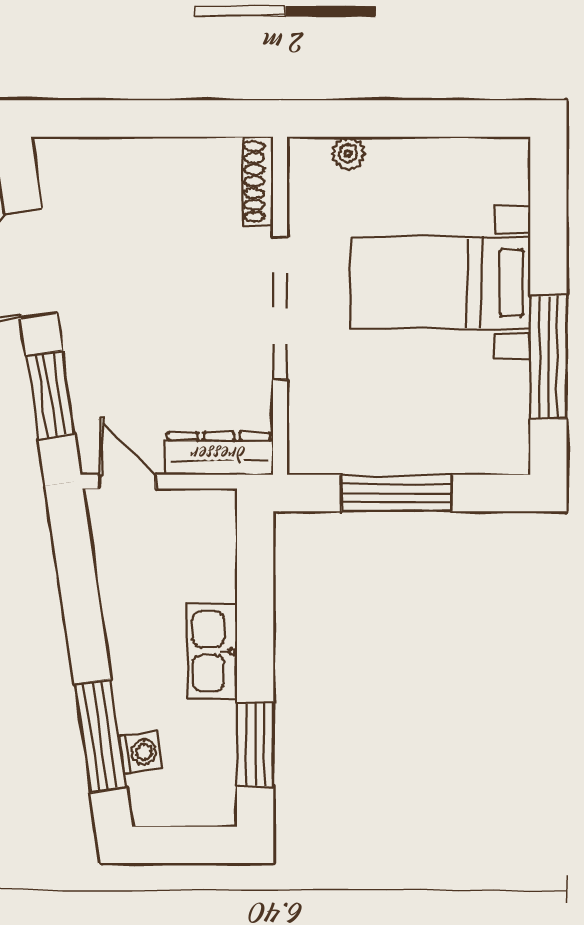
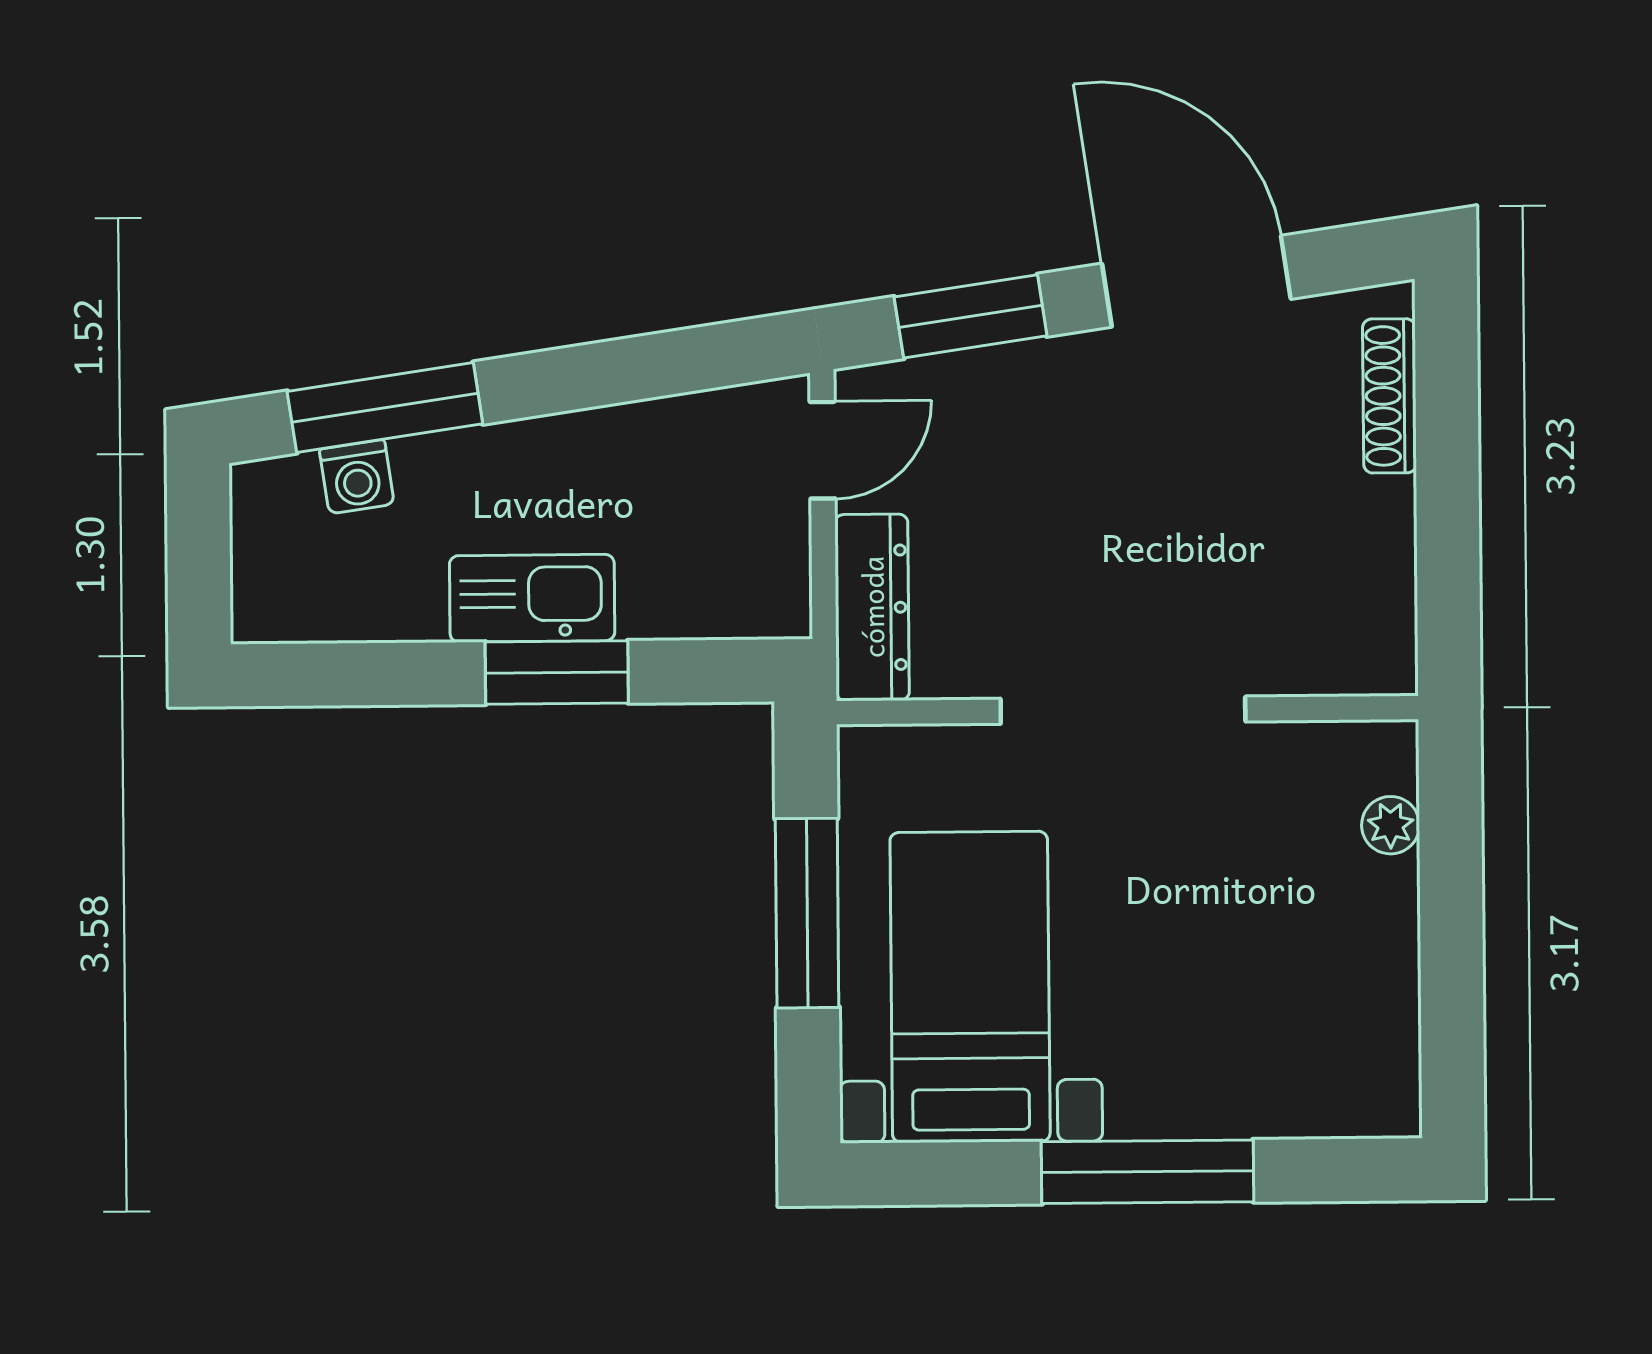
shoe rack: (258, 181) -> (1389, 396), moved, turned -90
bed with nightstands: (440, 283) -> (970, 987), moved
window: (548, 357) -> (1147, 1172), moved
window: (255, 745) -> (557, 672), moved

